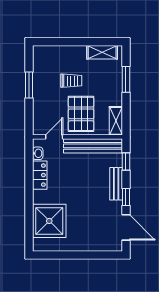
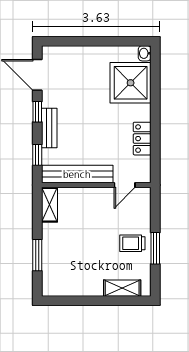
shelving: (102, 52) -> (122, 288), moved
trolley: (71, 81) -> (132, 243), moved
pallet: (81, 114) -> (92, 213), removed
washbasin: (38, 153) -> (145, 53), moved

